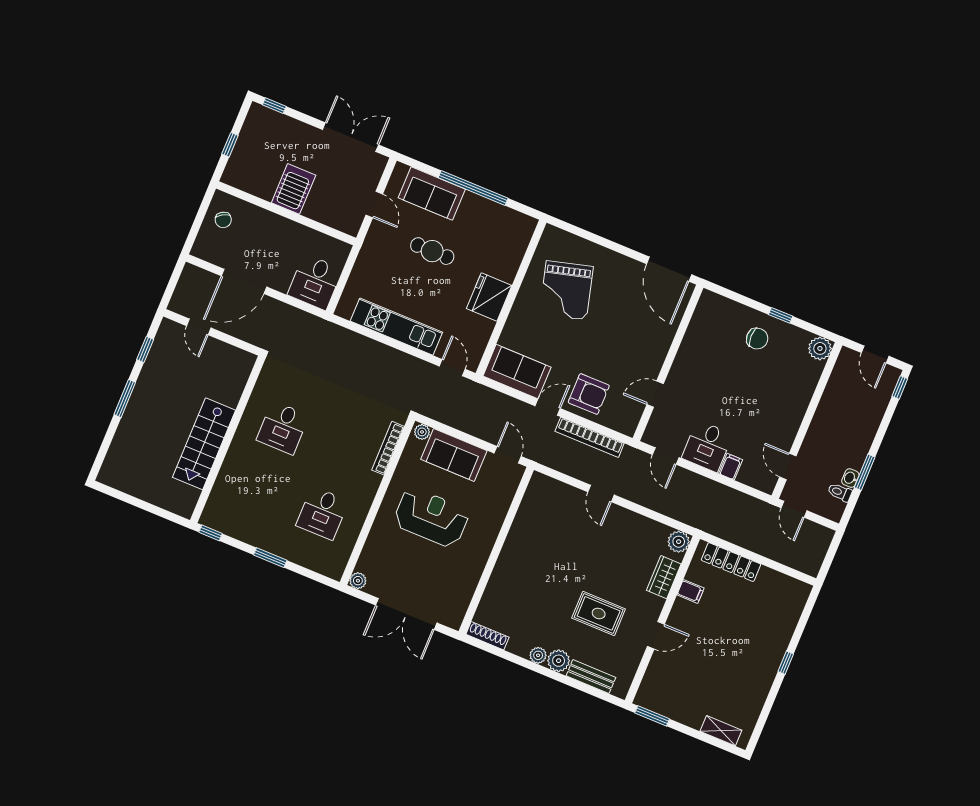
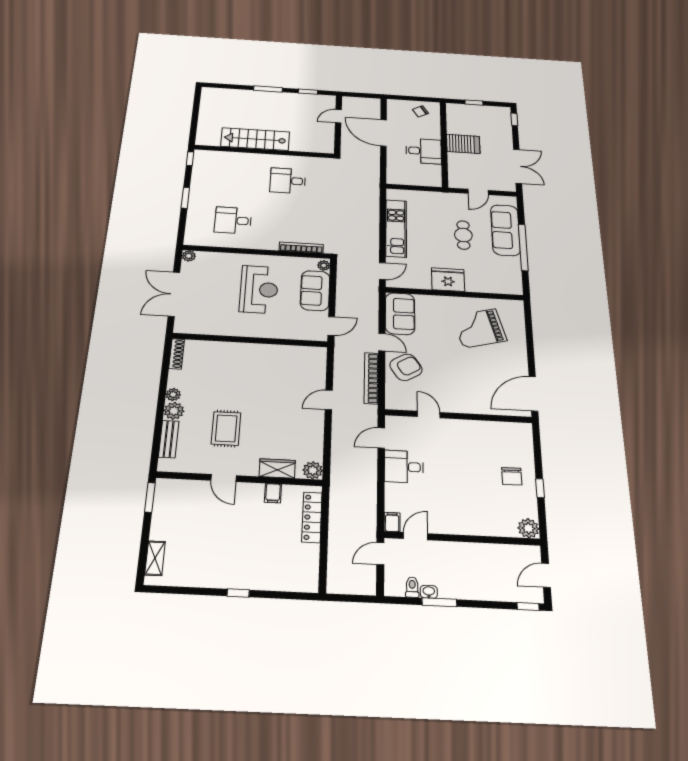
sofa: (432, 193) -> (505, 230), width x1.36
desk: (315, 282) -> (424, 151), moved, turned 180
armchair: (589, 394) -> (406, 367), turned -122
filing cabinet: (731, 467) -> (392, 522), moved, turned -90

